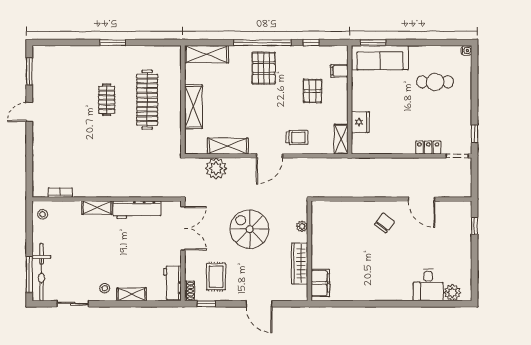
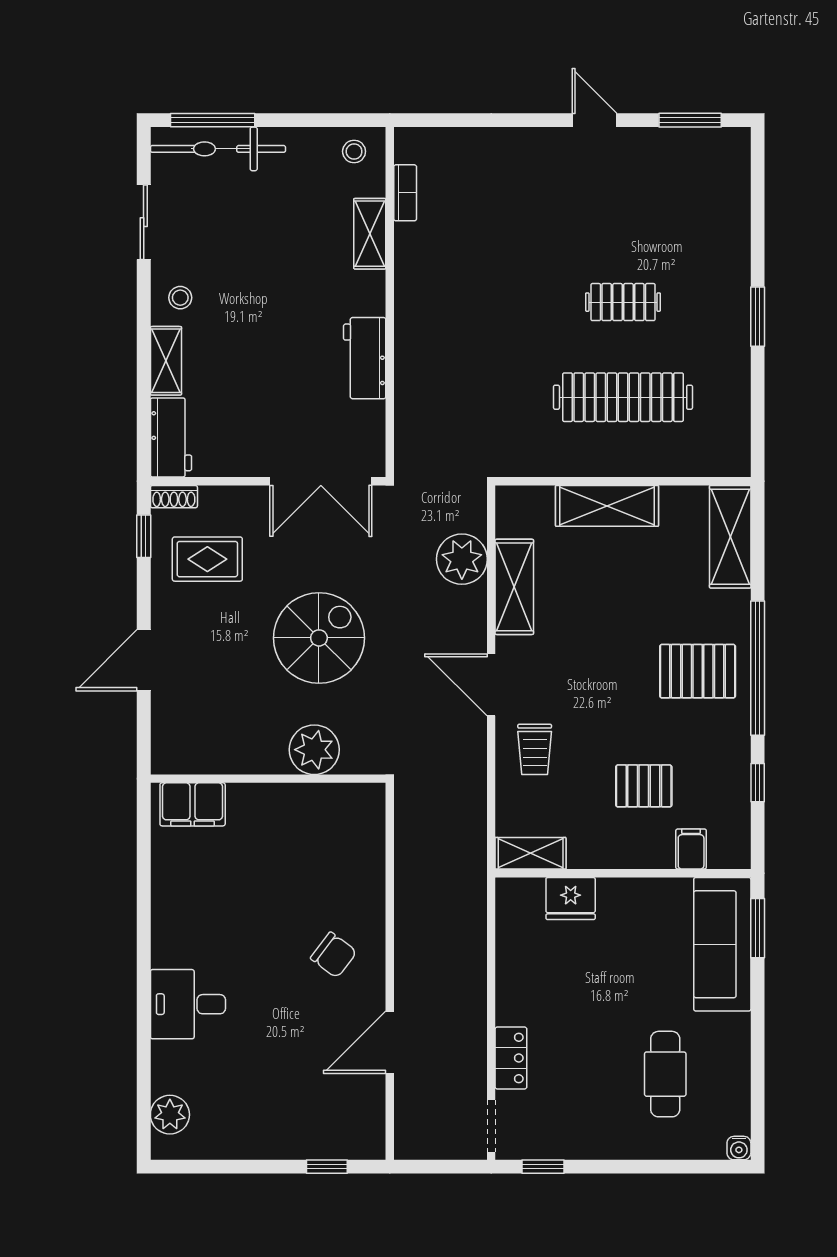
shelving: (97, 208) -> (370, 234), moved
workbench: (137, 210) -> (365, 358), width x0.73
plant: (302, 226) -> (314, 750), width x1.88, depth x1.88
wardrobe: (300, 264) -> (238, 756), removed
workbench: (172, 283) -> (171, 437), moved, turned 90
desk: (428, 285) -> (188, 1004), moved

